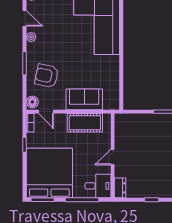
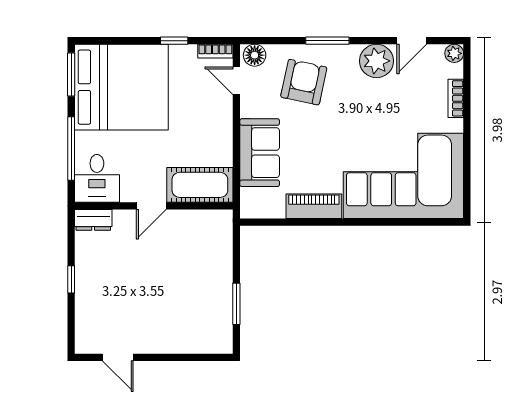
plant: (31, 37) -> (377, 61), width x1.88, depth x1.88
piano: (113, 70) -> (314, 206), added
door: (46, 112) -> (236, 81), hinge flipped
cot: (85, 123) -> (200, 185), moved, turned 90
door: (113, 157) -> (151, 206), swing flipped

